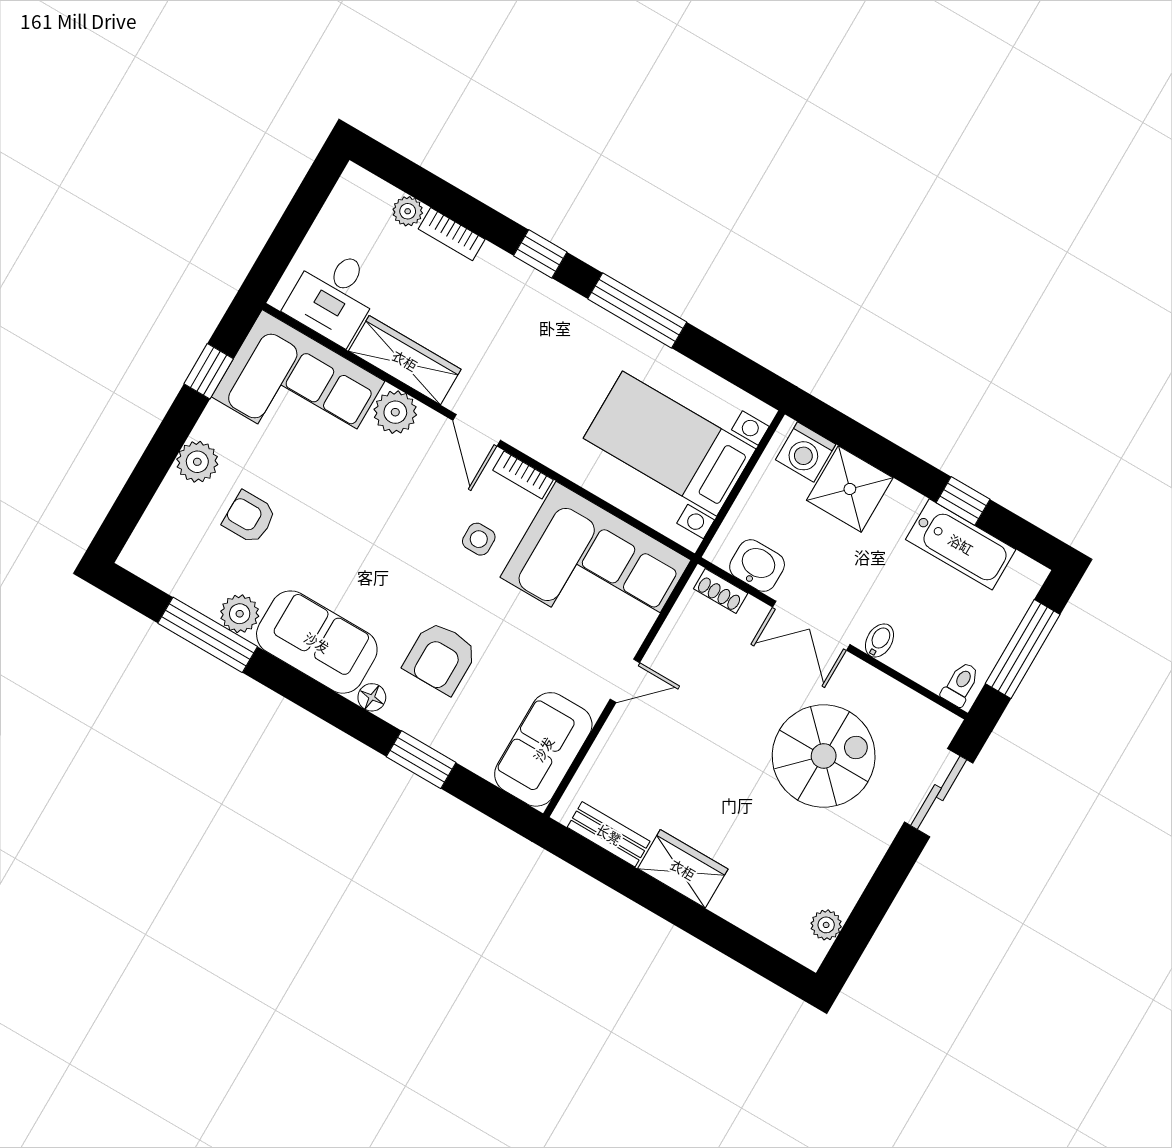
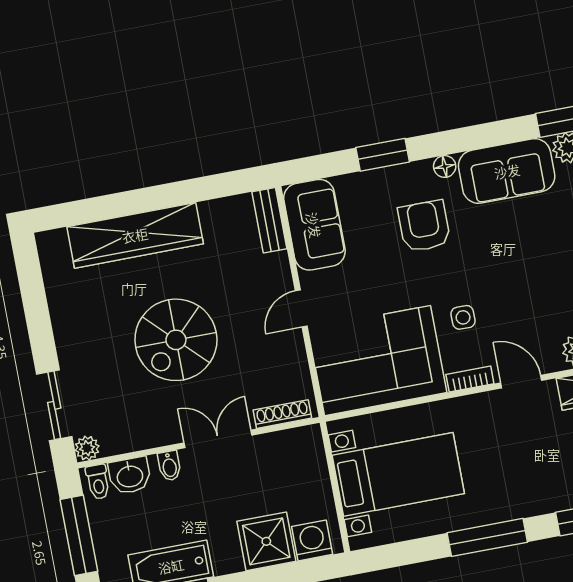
washbasin: (757, 566) -> (130, 476), moved
shoe rack: (721, 591) -> (282, 414), width x1.43
spiral stairs: (824, 756) -> (176, 340), moved
bench: (609, 834) -> (269, 220), moved, turned 90
wardrobe: (683, 869) -> (135, 235), width x2.10, depth x1.17
plant: (826, 925) -> (87, 448), moved

